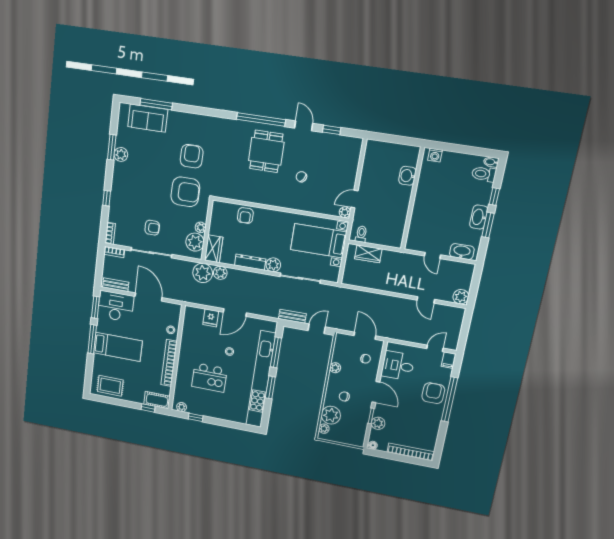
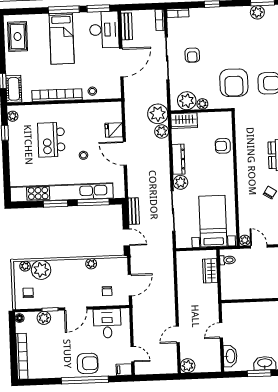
chair: (344, 396) -> (28, 293), moved

